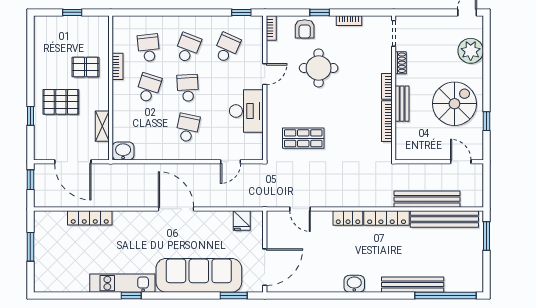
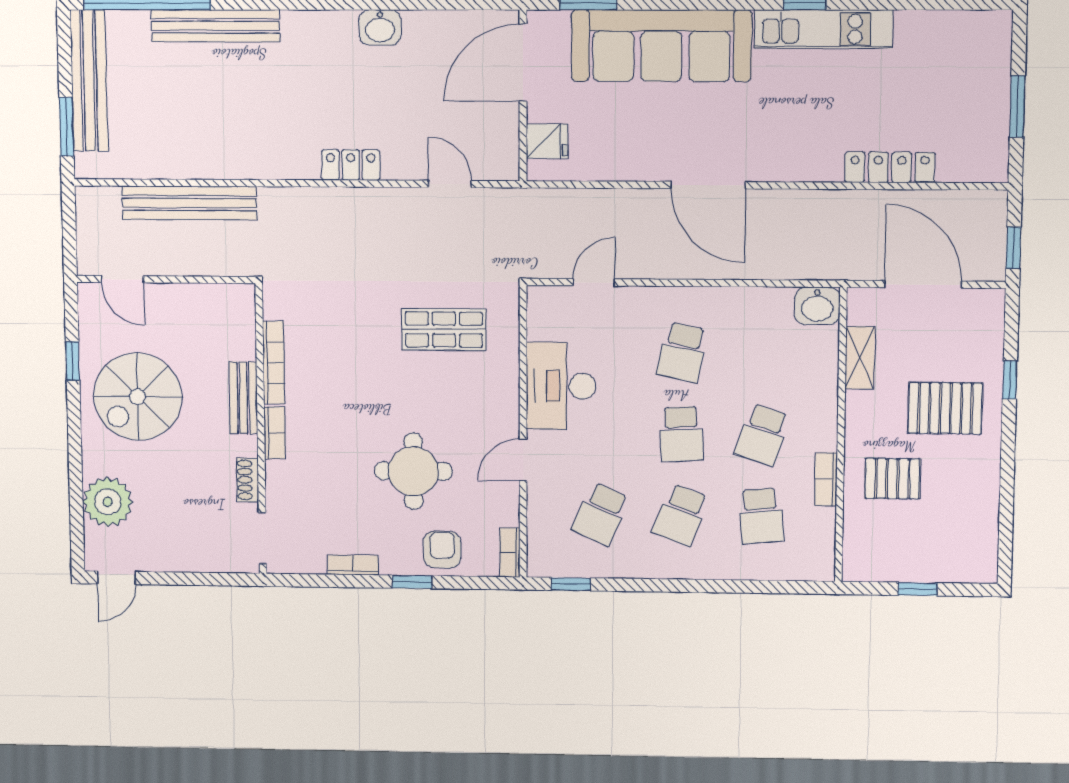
locker: (387, 218) -> (271, 165), removed
bench: (444, 219) -> (89, 81), moved, turned 90
fridge: (242, 220) -> (547, 141), moved, turned 90
washbasin: (354, 284) -> (380, 28), moved

